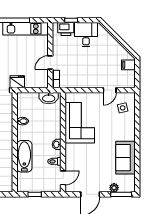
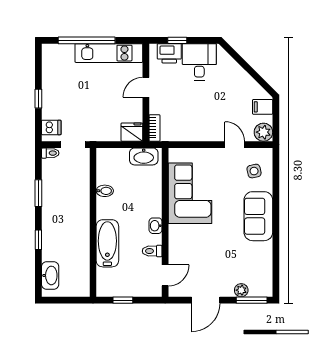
door: (50, 62) -> (146, 87), moved
fridge: (17, 82) -> (132, 132), moved
plant: (129, 82) -> (263, 132), added
door: (110, 90) -> (235, 145), swing flipped
sofa: (126, 158) -> (258, 216), moved

